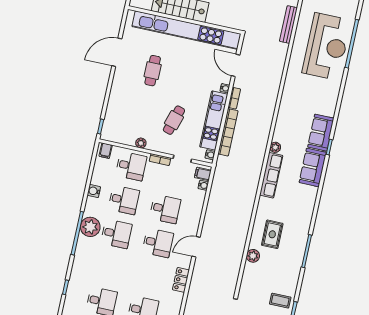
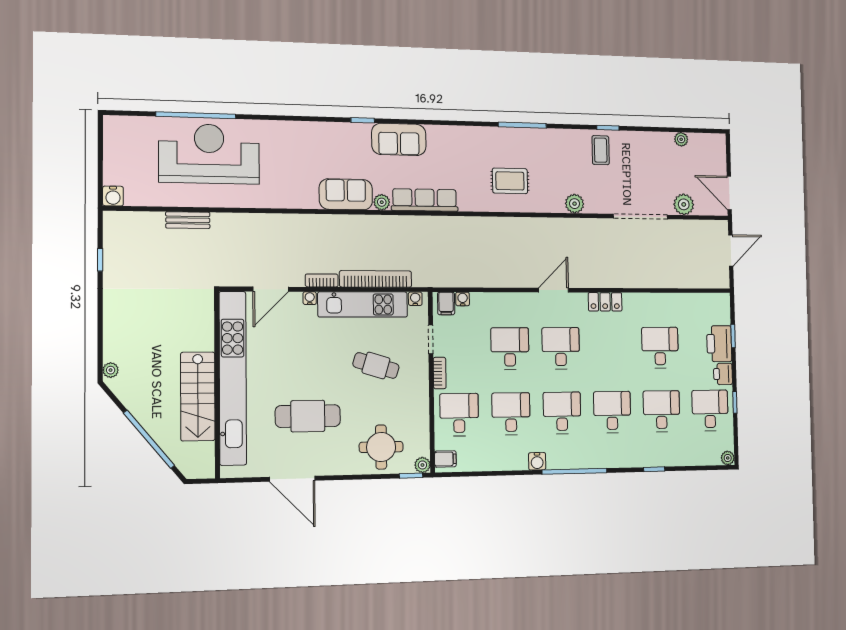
bench: (288, 25) -> (188, 220), width x0.73
cafe table: (153, 71) -> (308, 416), width x1.37, depth x1.35
round table: (123, 112) -> (381, 447), added
sofa: (321, 133) -> (346, 194), moved, turned 180
plant: (141, 143) -> (422, 465), moved
water cooler: (94, 191) -> (537, 461), moved
plant: (90, 227) -> (561, 454), removed
door: (196, 247) -> (553, 290), swing flipped
plant: (253, 256) -> (575, 204), moved
desk: (109, 268) -> (612, 412), added

